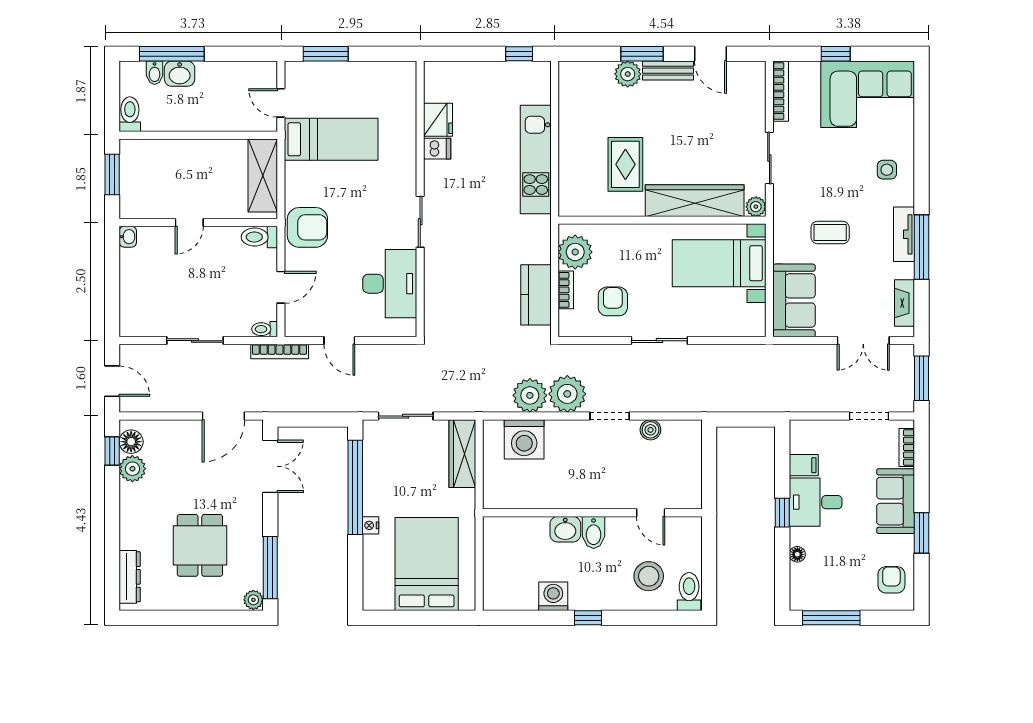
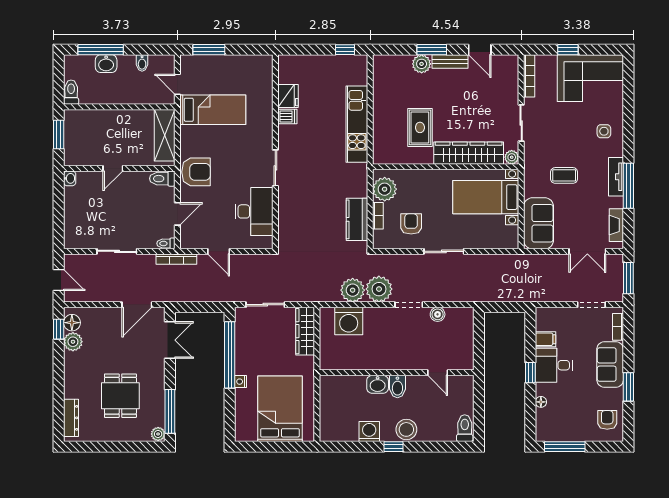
bidet: (155, 73) -> (142, 63), moved
stool: (649, 576) -> (406, 429), moved

